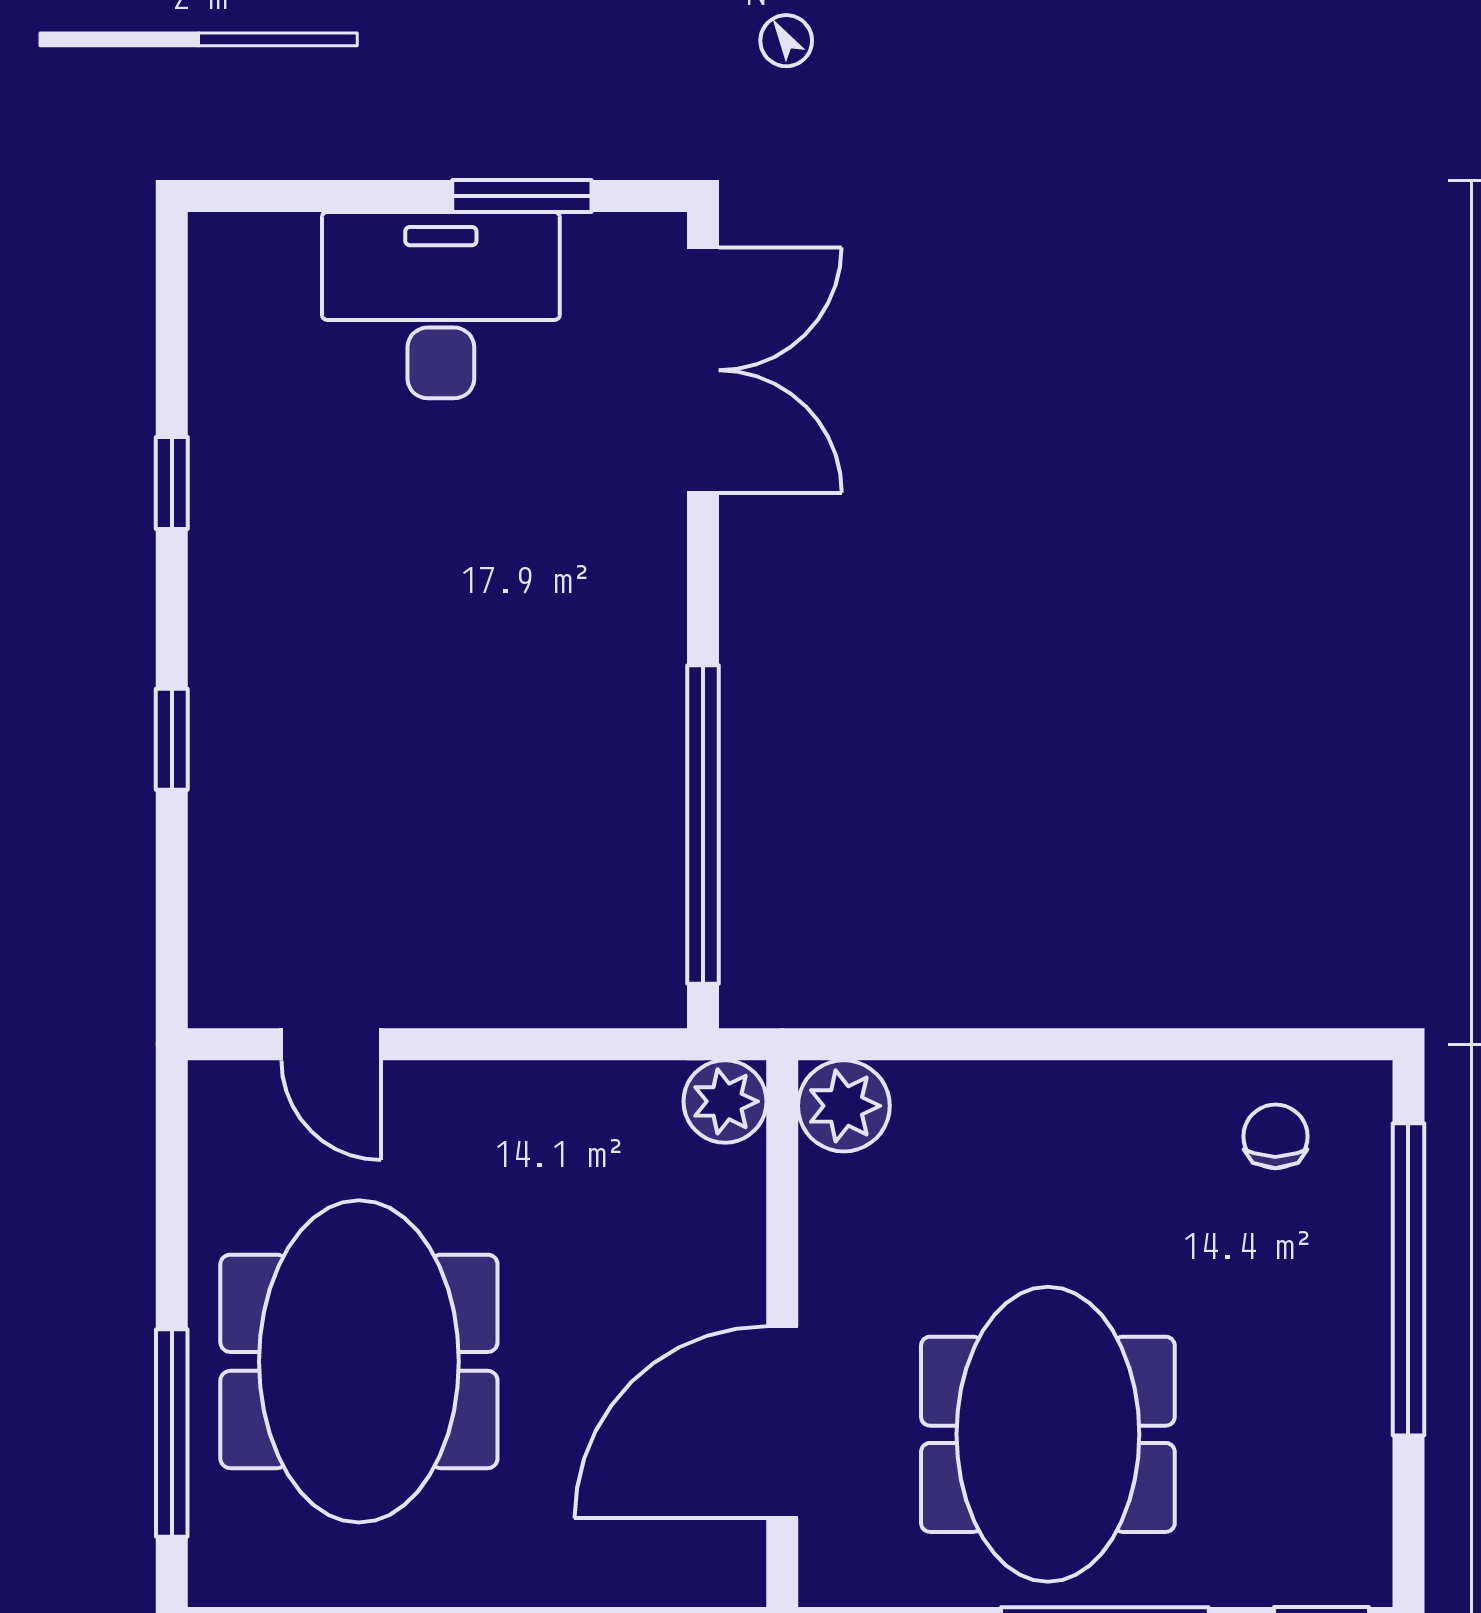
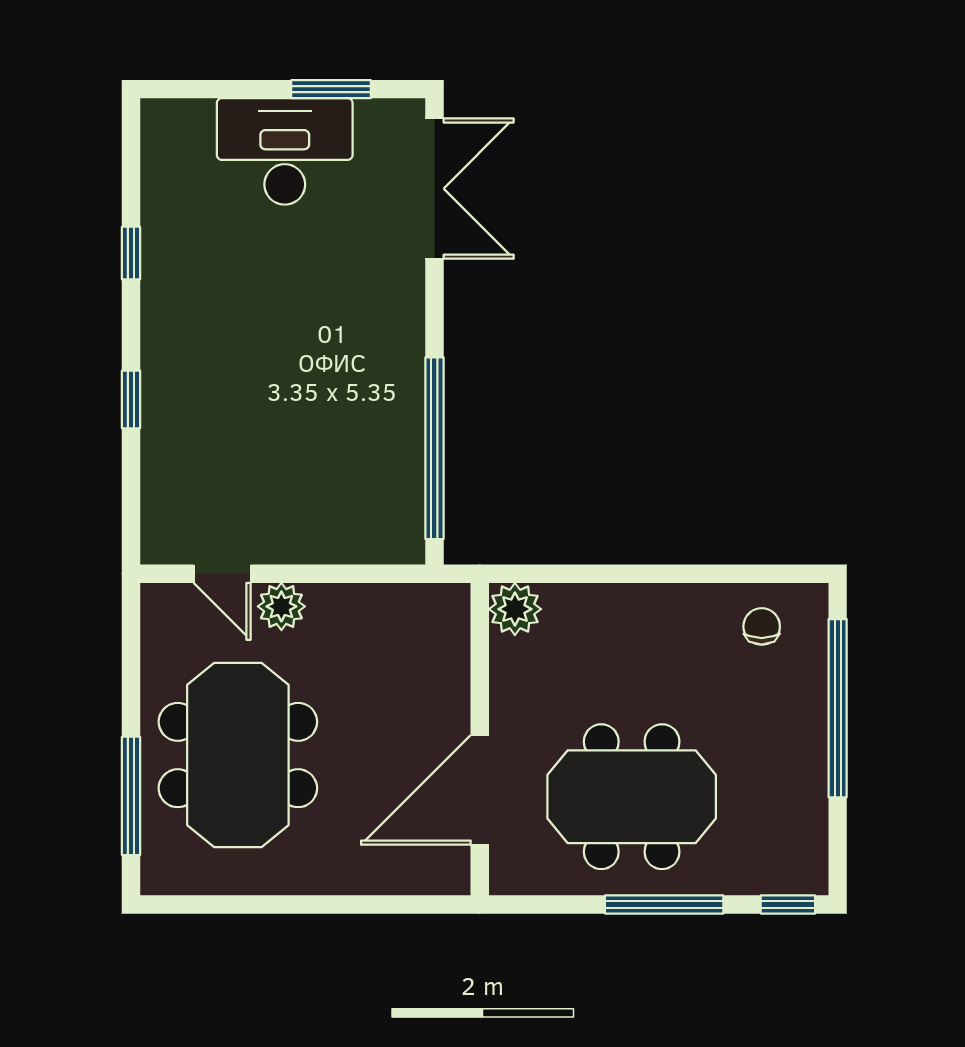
plant: (725, 1101) -> (281, 606), moved
meeting table: (1048, 1434) -> (632, 797), turned 90

